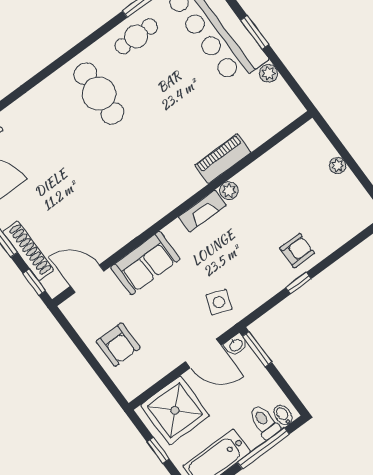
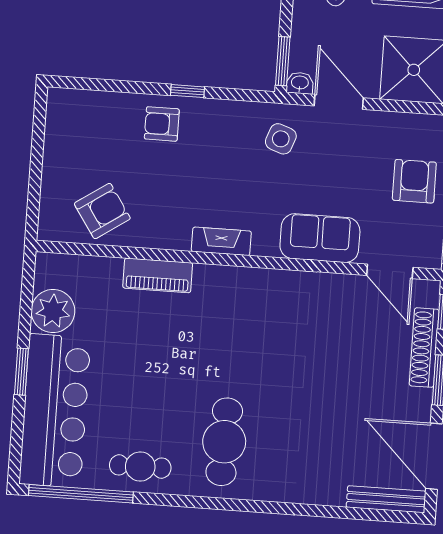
plant: (269, 73) -> (53, 311), width x1.87, depth x1.87
plant: (338, 165) -> (52, 173), removed
armchair: (288, 169) -> (102, 211), added
plant: (229, 191) -> (178, 239), removed

